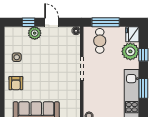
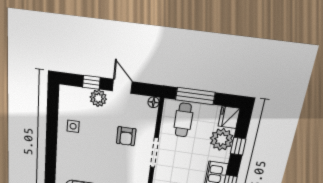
armchair: (16, 83) -> (126, 136), moved

